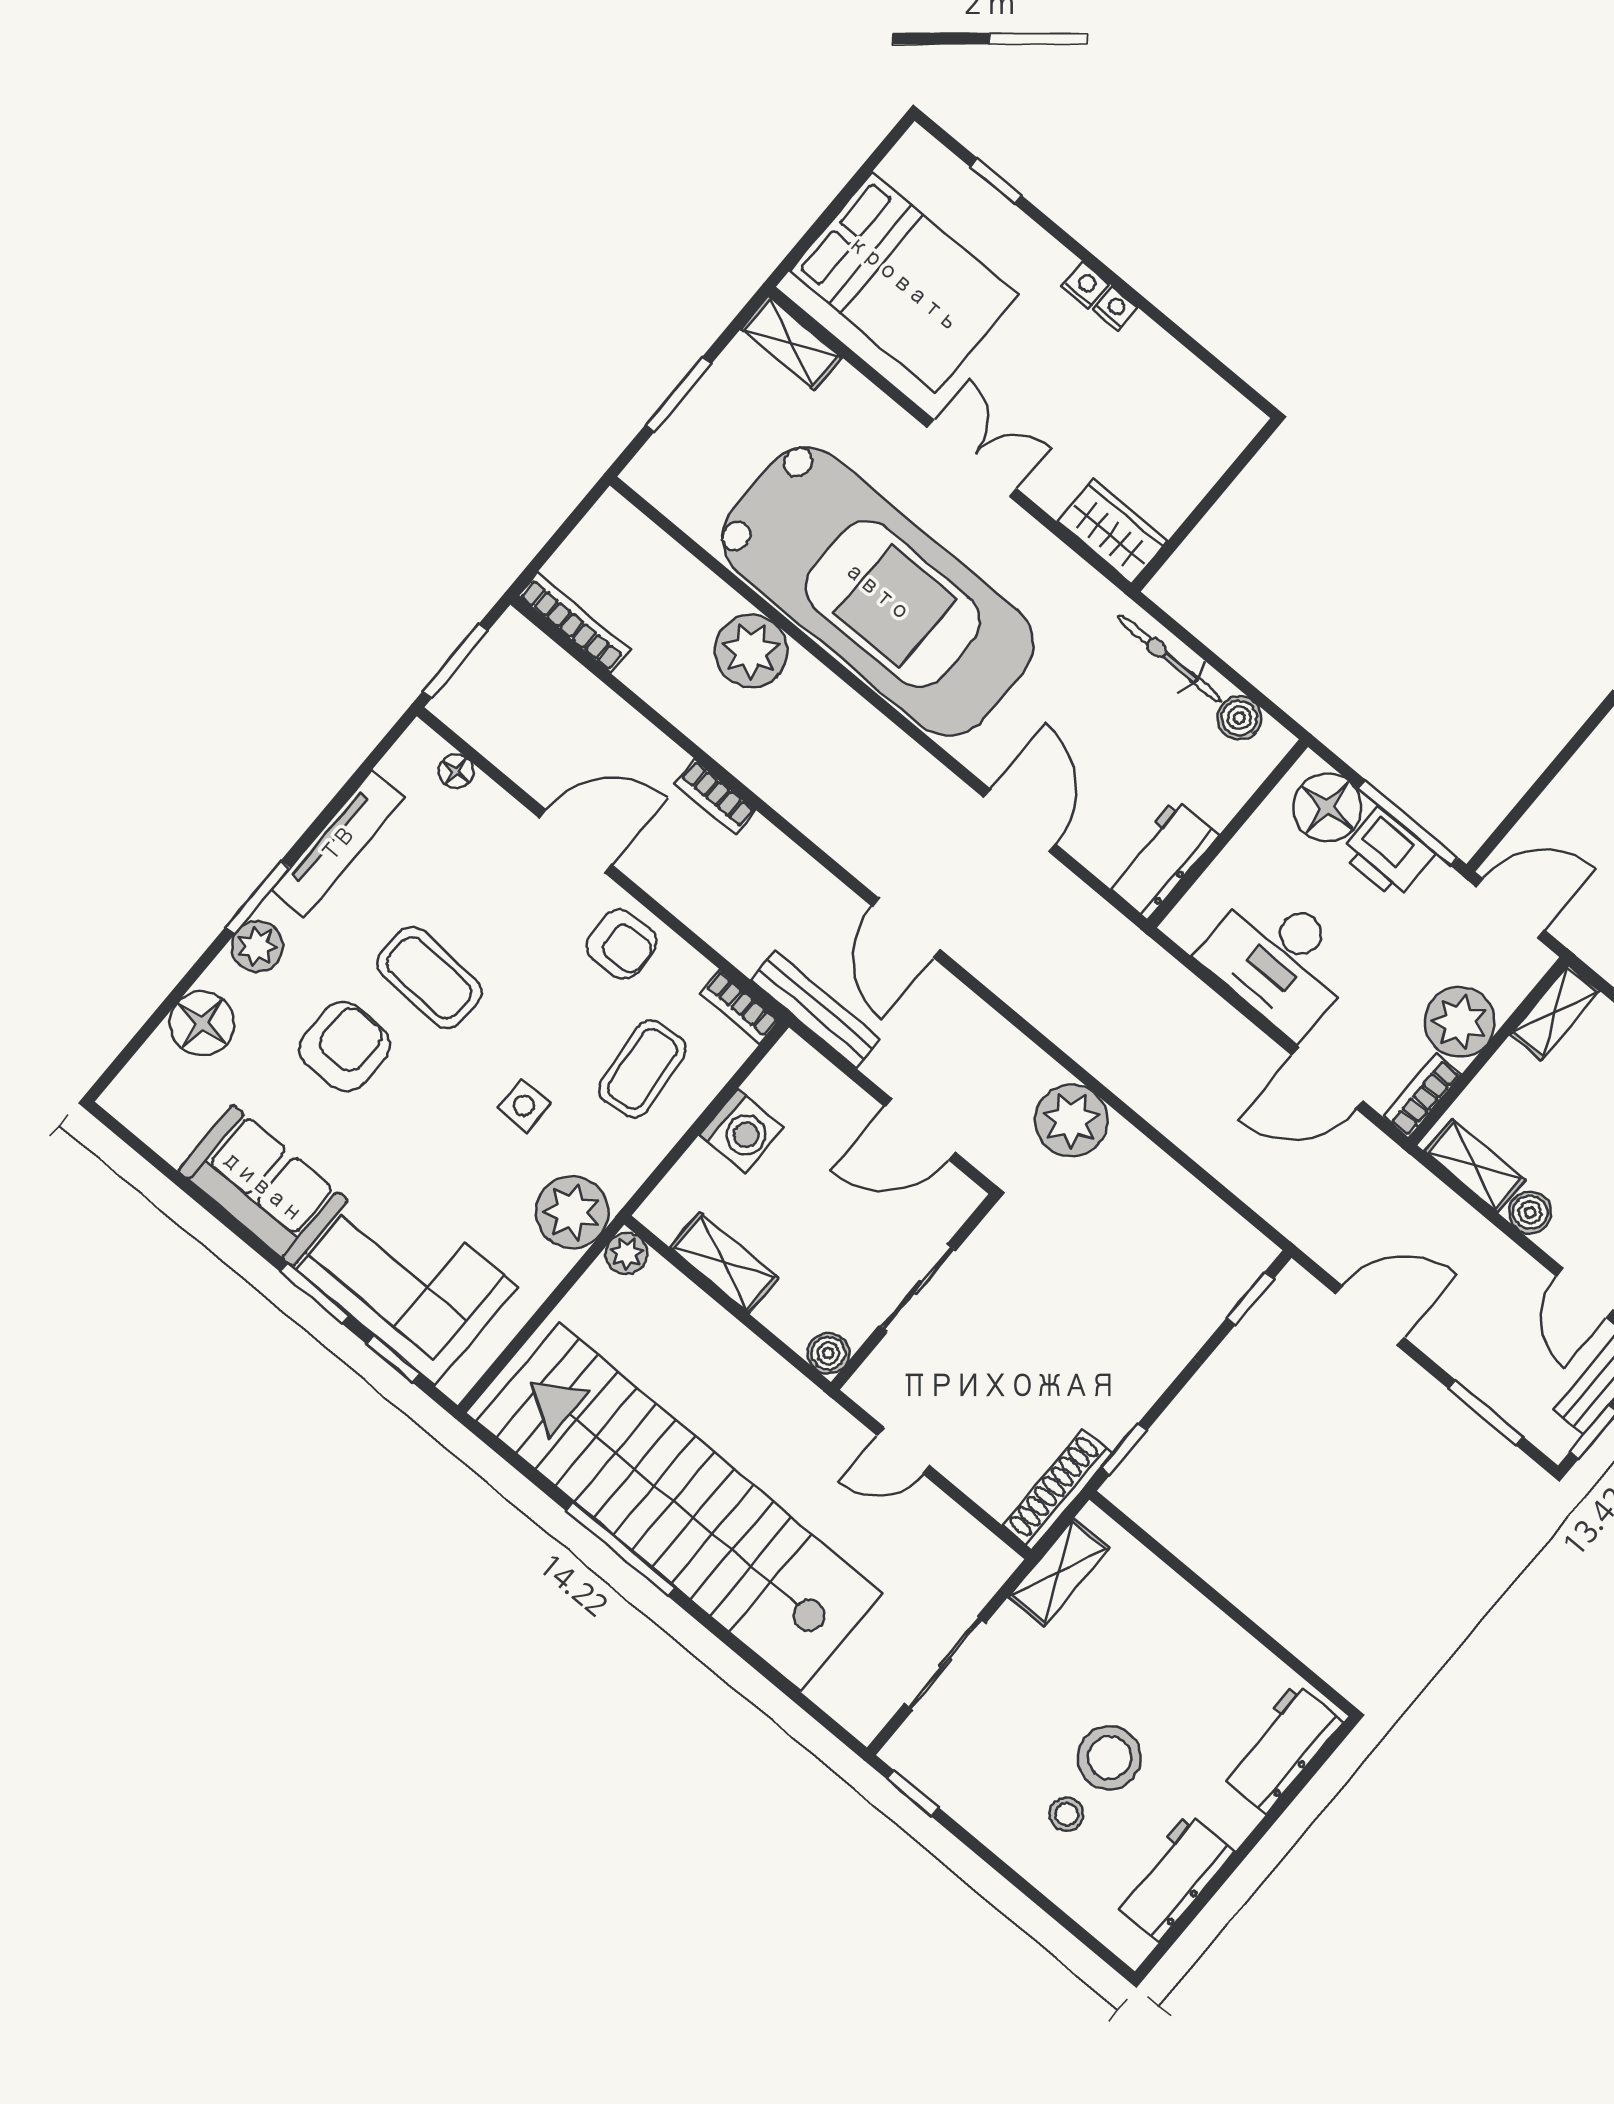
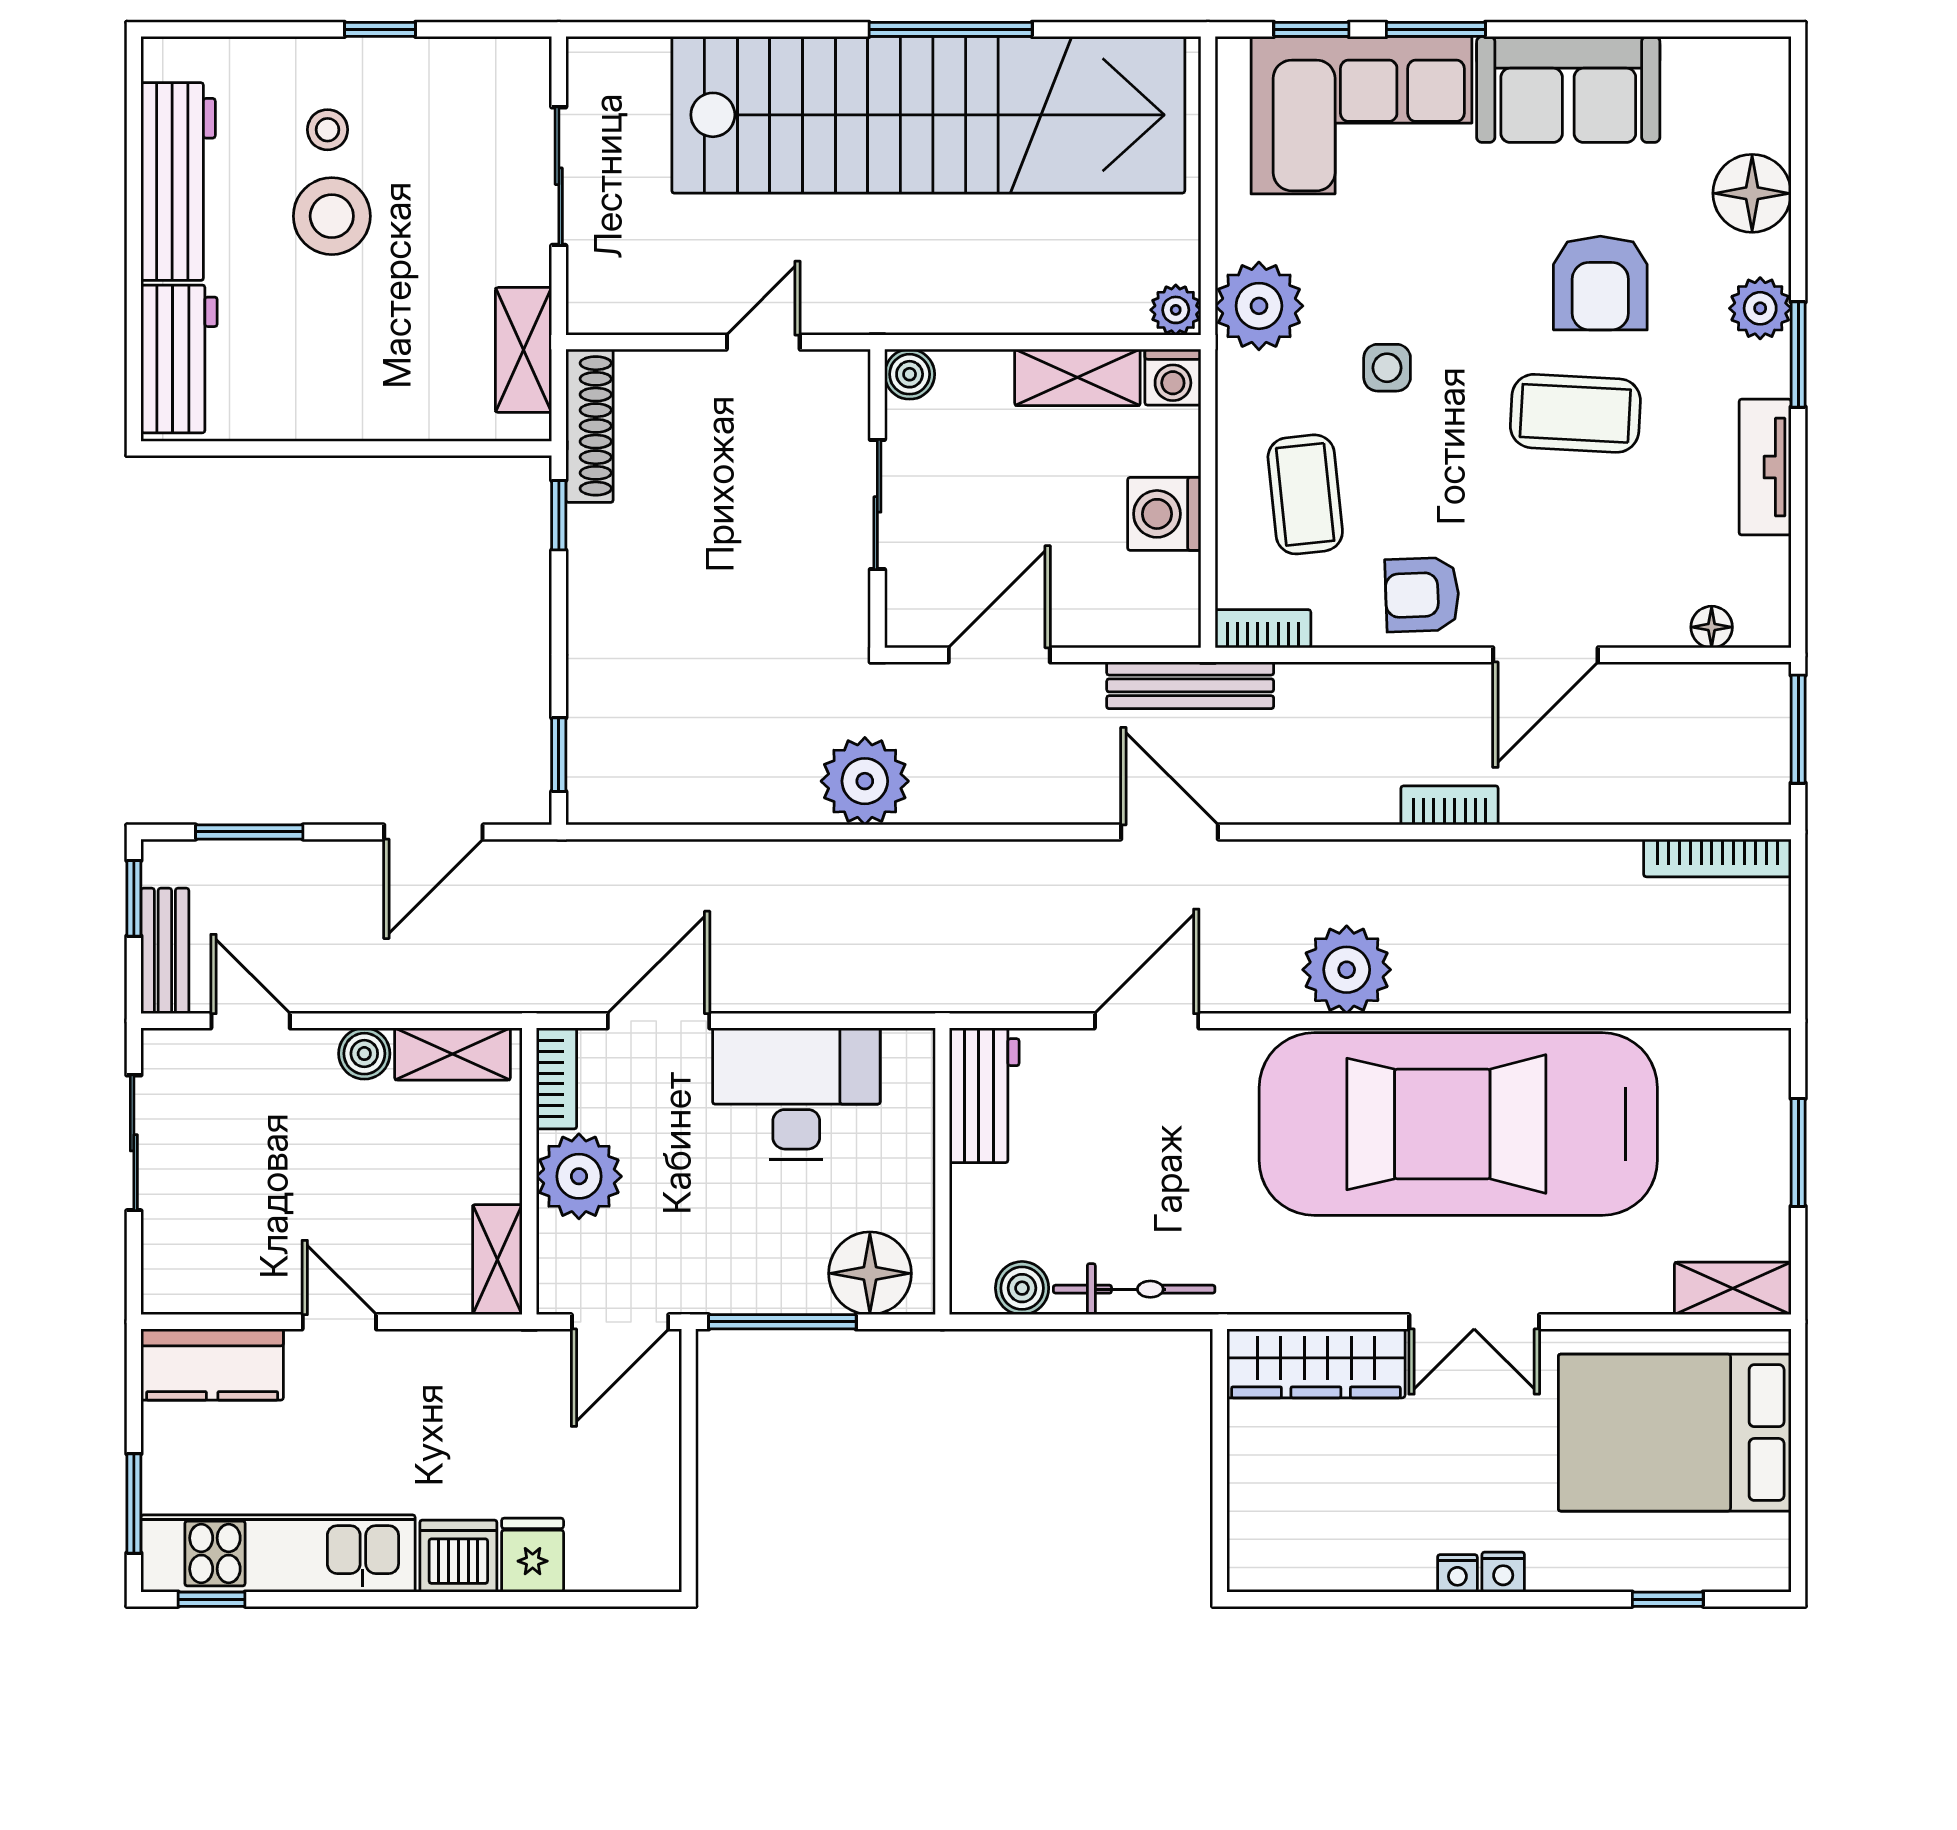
wardrobe: (1112, 531) -> (1316, 1363), width x1.50
plant: (751, 651) -> (1347, 970), moved
door: (1020, 821) -> (1147, 1021), swing flipped
tv unit: (338, 844) -> (1765, 467), width x0.71
printer: (1387, 854) -> (778, 1277), removed
washing machine: (664, 1213) -> (1173, 377), added
window: (912, 1793) -> (380, 29), moved
workbench: (1174, 1877) -> (178, 182), width x1.38

